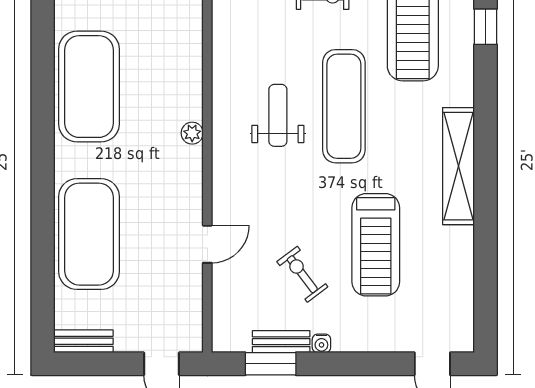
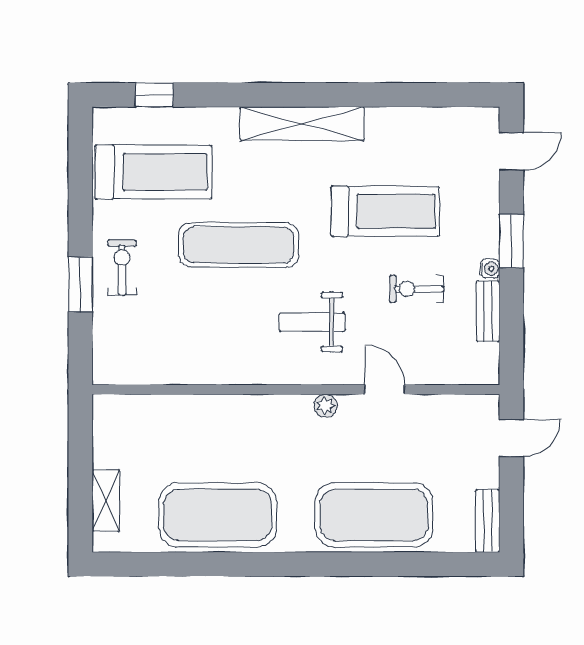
weight bench: (278, 115) -> (312, 322), moved
plant: (192, 133) -> (326, 406), moved
exercise bike: (302, 274) -> (417, 289), turned 37
window: (271, 364) -> (511, 241), moved

